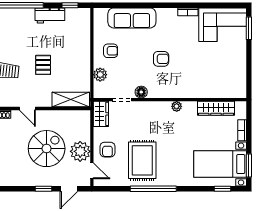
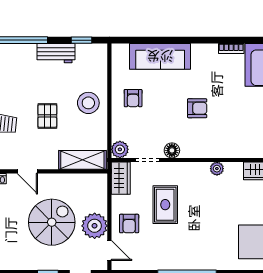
armchair: (111, 51) -> (133, 98), turned 90
stool: (75, 55) -> (88, 103), added
plant: (100, 75) -> (120, 149), moved
rug: (142, 160) -> (165, 205), moved, width x0.73, depth x0.70

